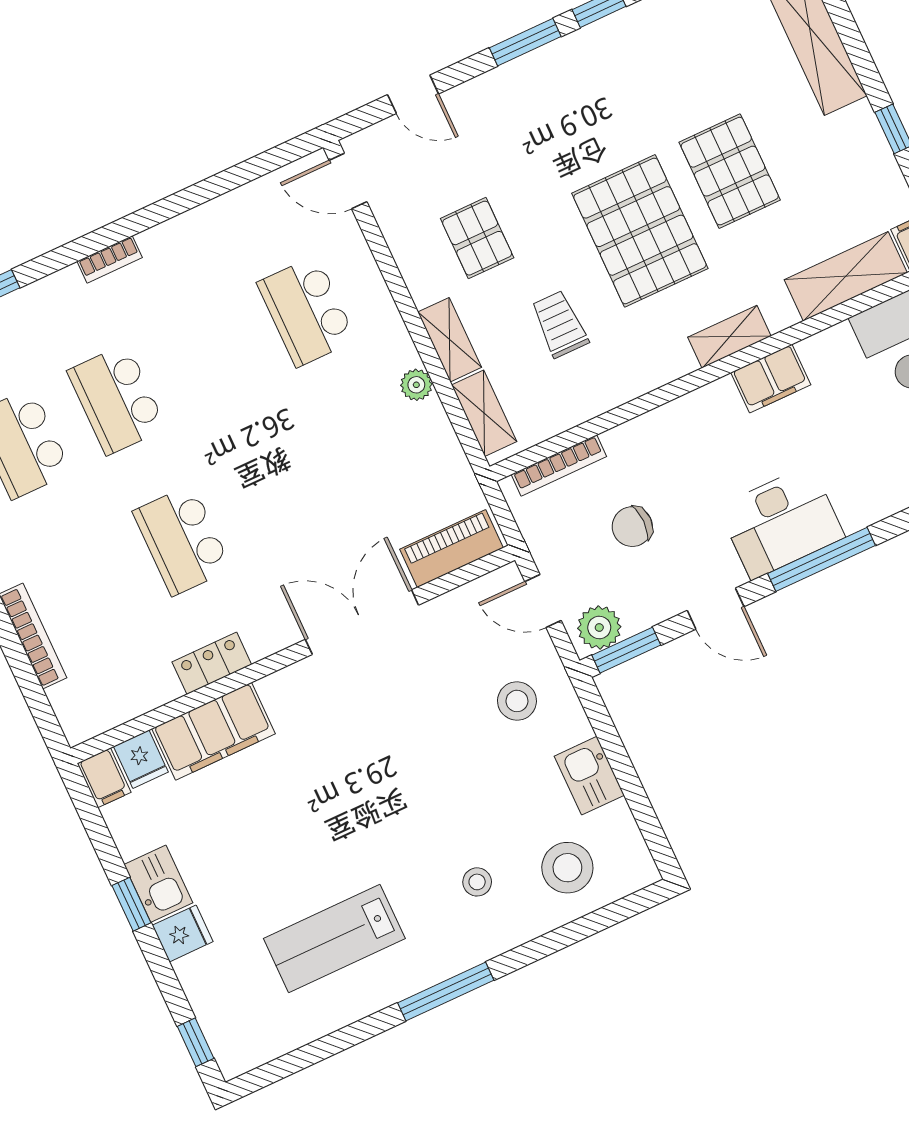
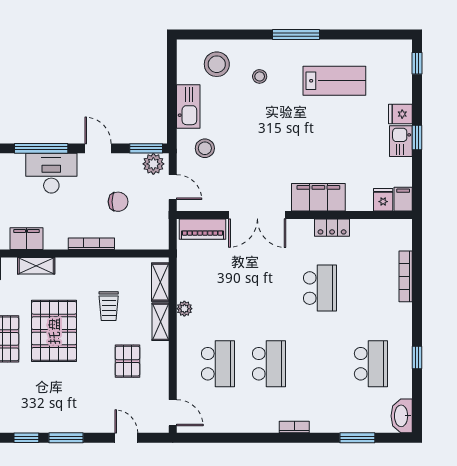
school desk: (117, 399) -> (269, 364), moved
bookcase: (559, 465) -> (91, 244), moved
filing cabinet: (214, 731) -> (318, 197), moved
kitchen sink: (589, 776) -> (188, 106), width x1.38

